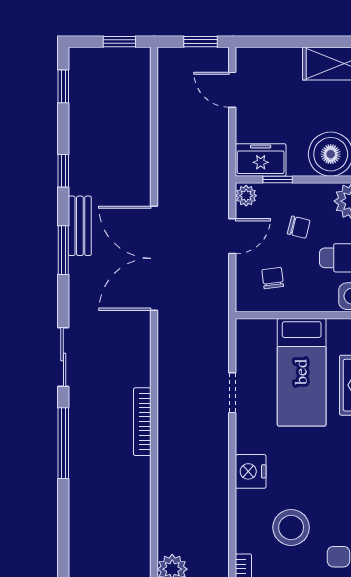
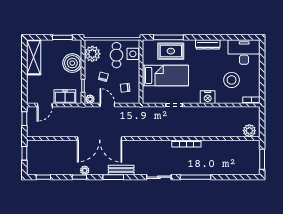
freezer: (261, 160) -> (65, 97), moved, turned 90
plant: (79, 183) -> (85, 170), added
bench: (80, 226) -> (121, 170), moved
double door: (154, 258) -> (100, 138), moved

